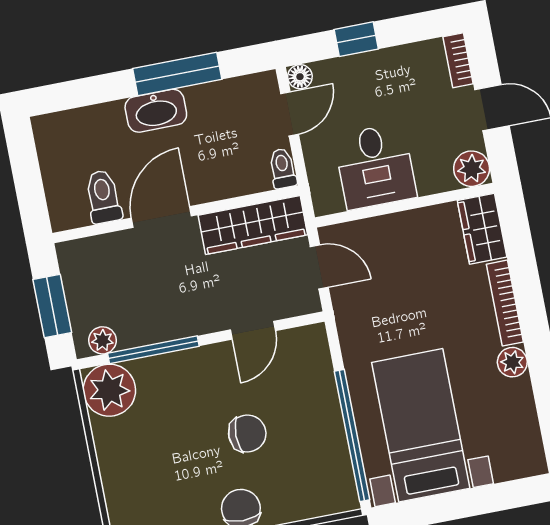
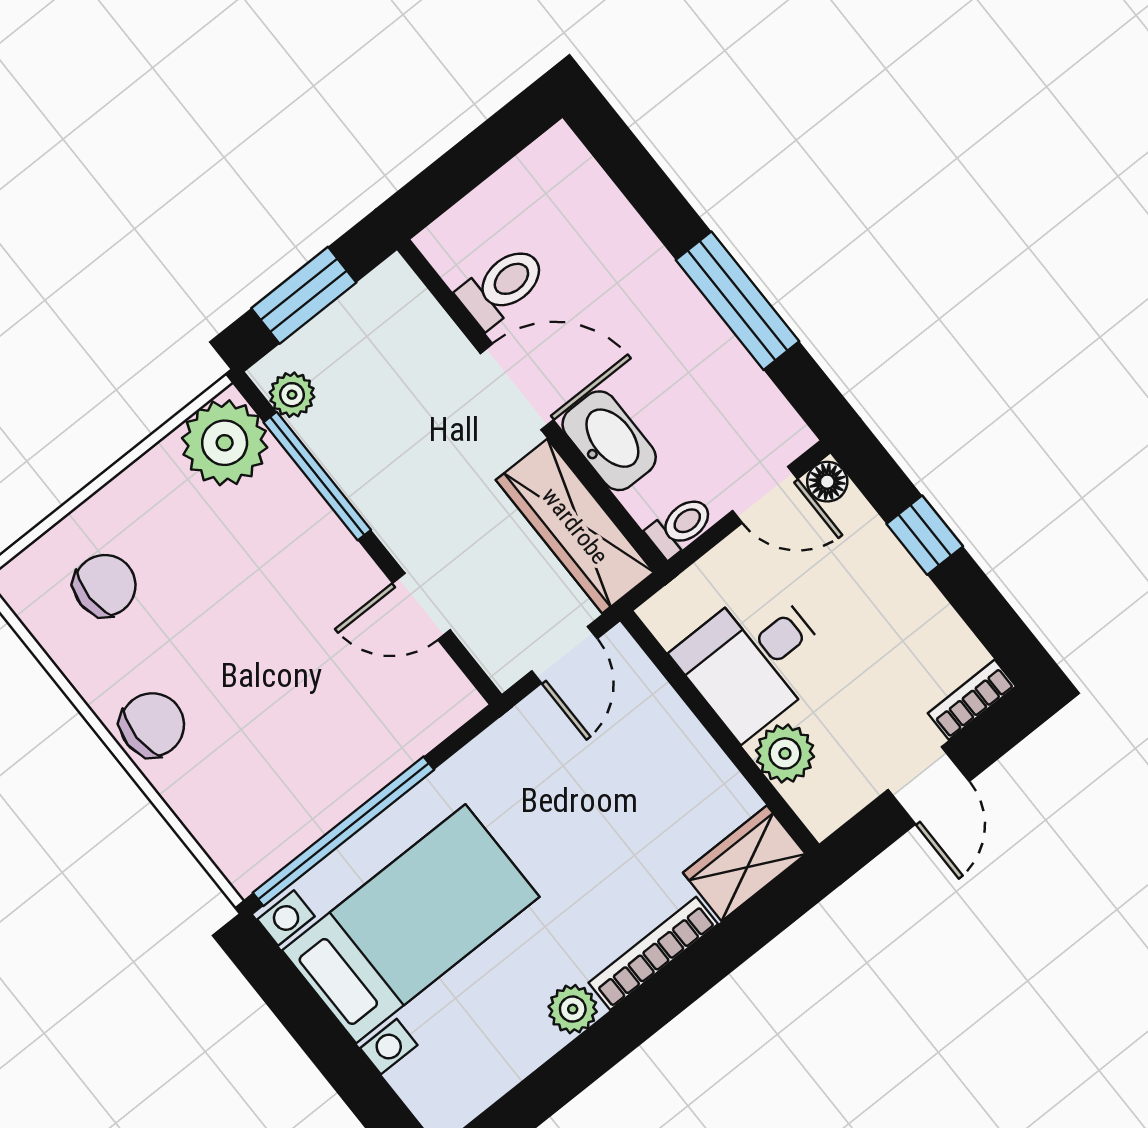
washbasin: (156, 111) -> (609, 441), moved, turned 180
plant: (472, 169) -> (785, 753), moved
chair: (247, 433) -> (105, 585), moved, turned -90

